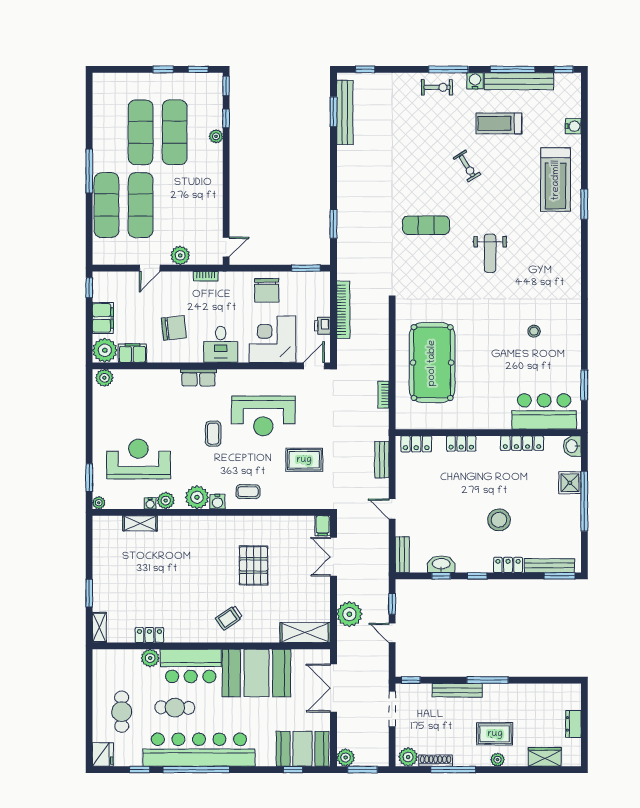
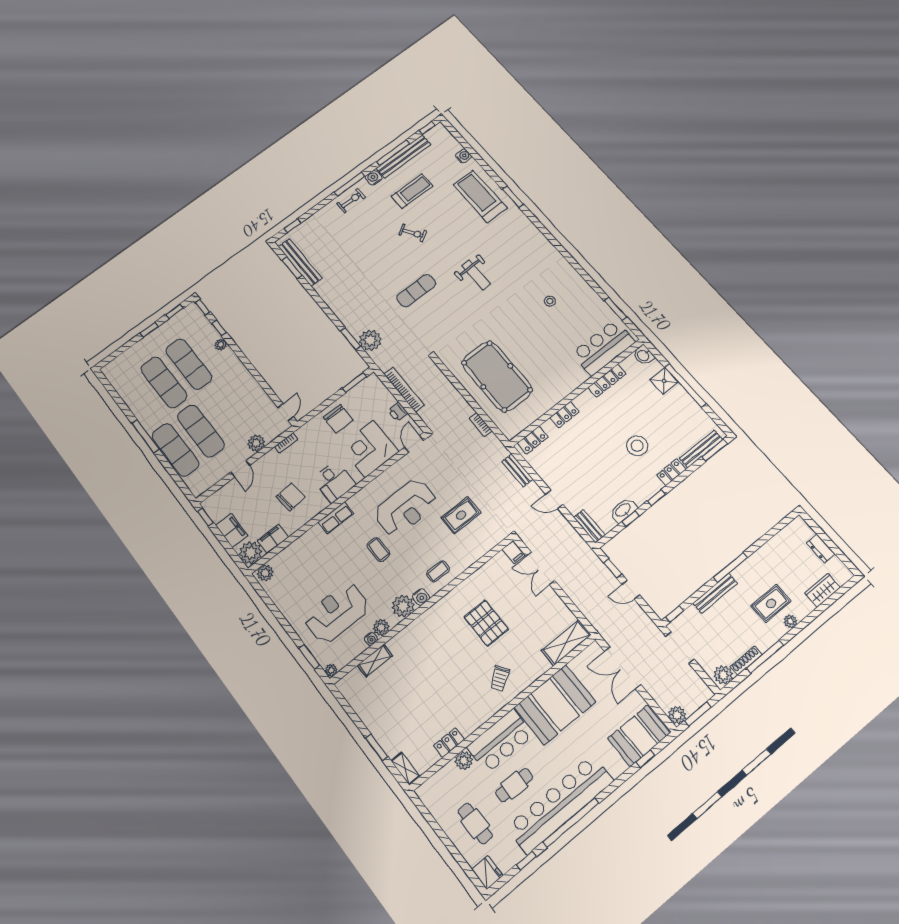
treadmill: (499, 123) -> (412, 191), turned 180
treadmill: (556, 180) -> (480, 196), turned 180
plant: (349, 614) -> (370, 340), moved

